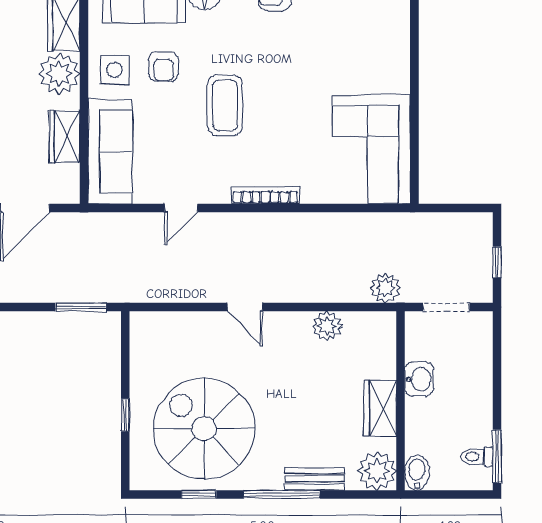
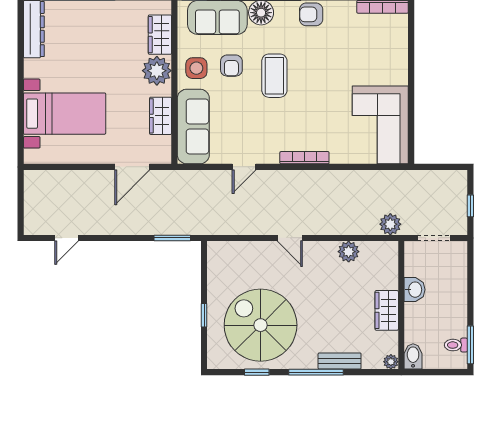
coffee table: (225, 106) -> (274, 76), moved
plant: (377, 471) -> (391, 362), width x0.53, depth x0.53

